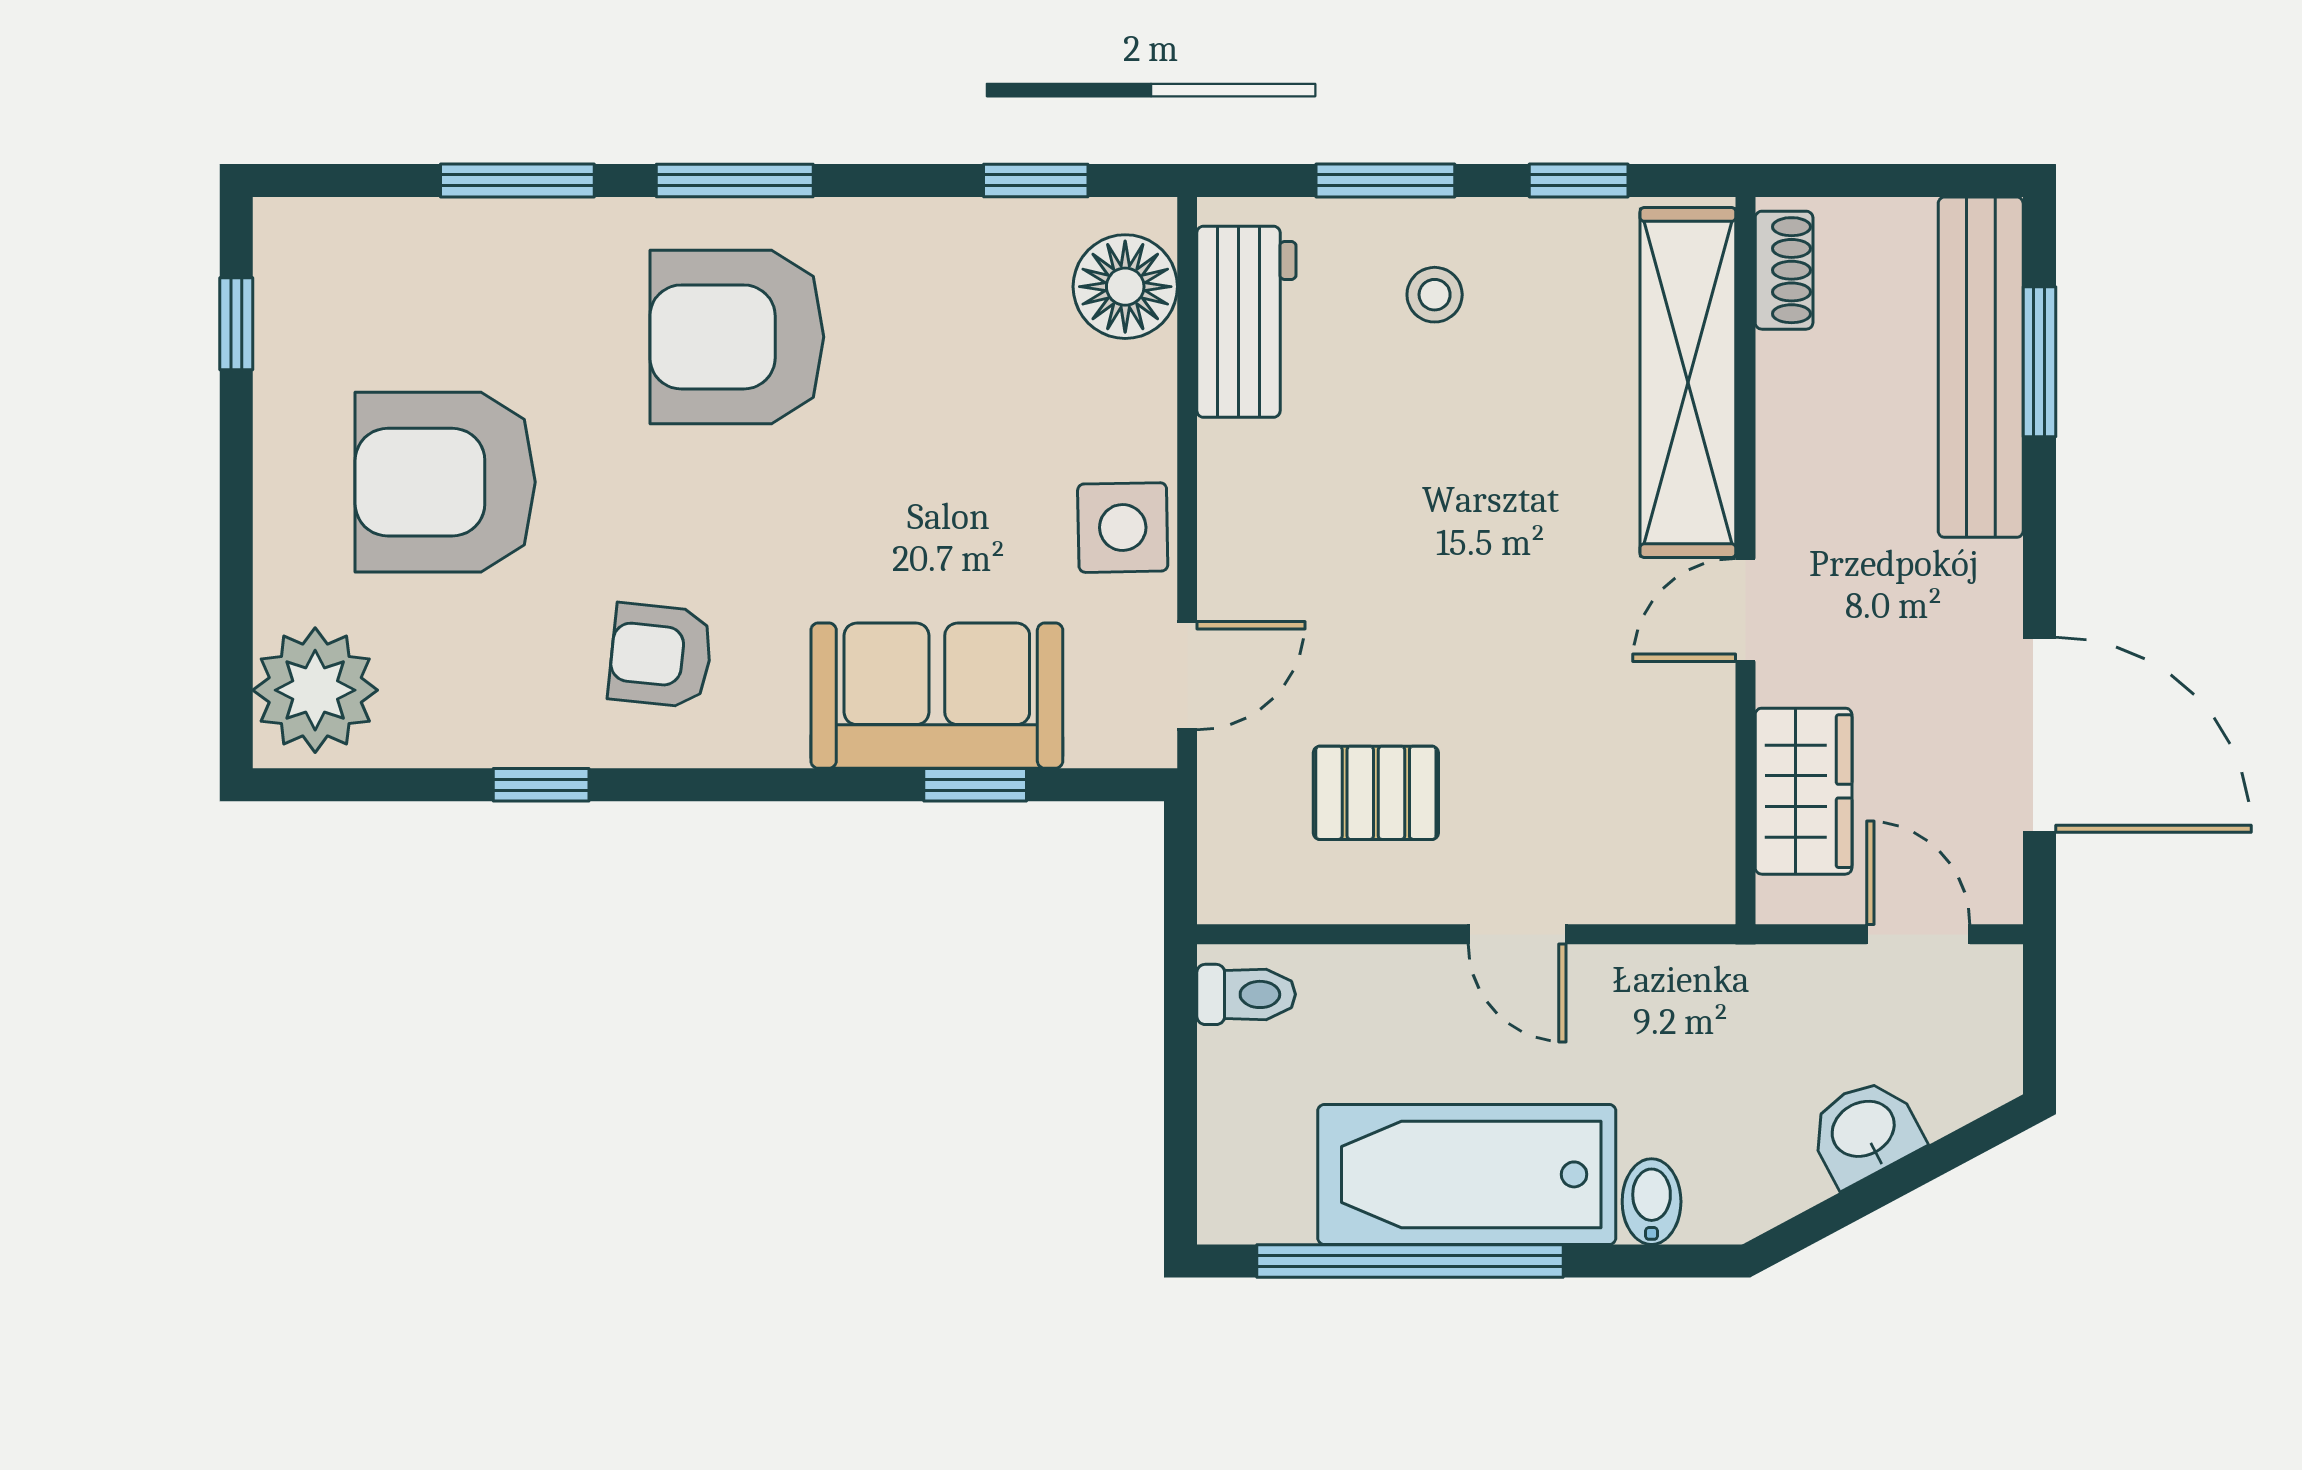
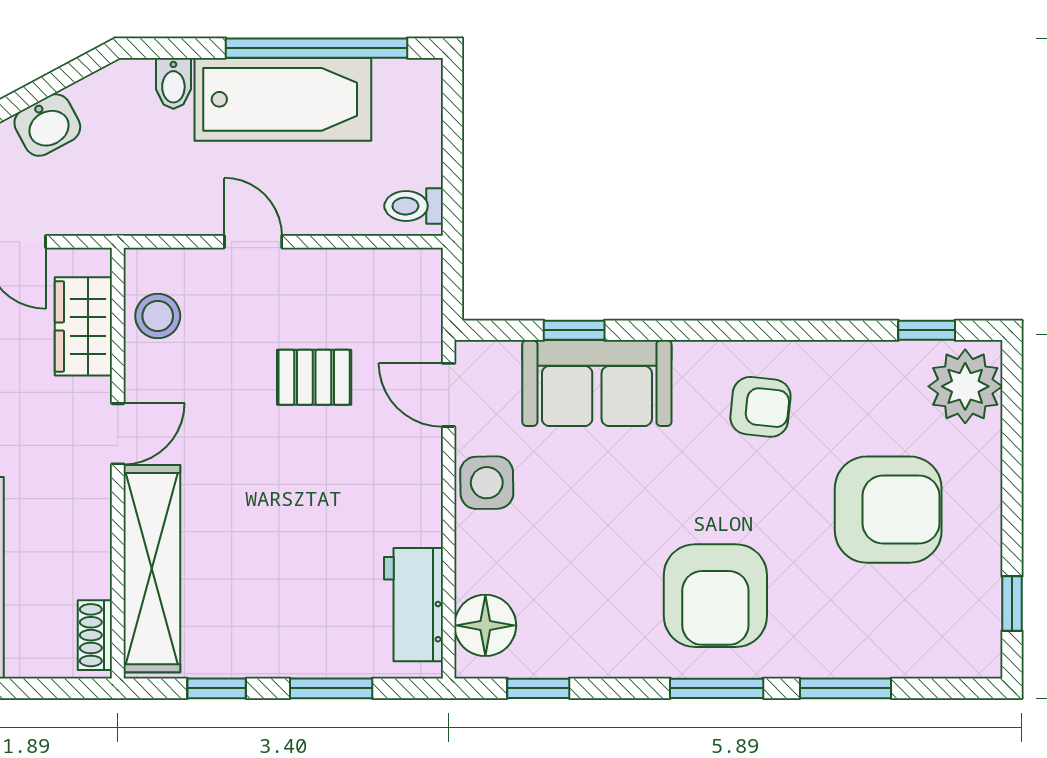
stool: (1435, 295) -> (158, 316), moved, width x1.37, depth x1.37
armchair: (737, 337) -> (715, 596), turned 90
door: (1187, 676) -> (449, 395), hinge flipped
window: (541, 785) -> (927, 330), moved
pallet: (1376, 793) -> (314, 377), moved

